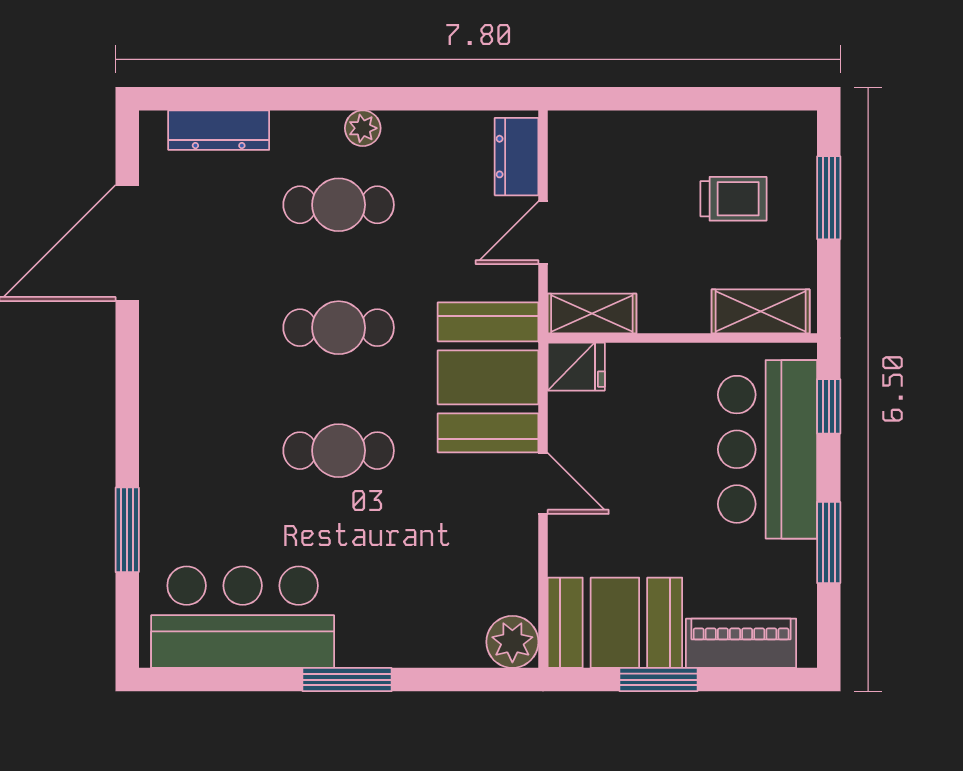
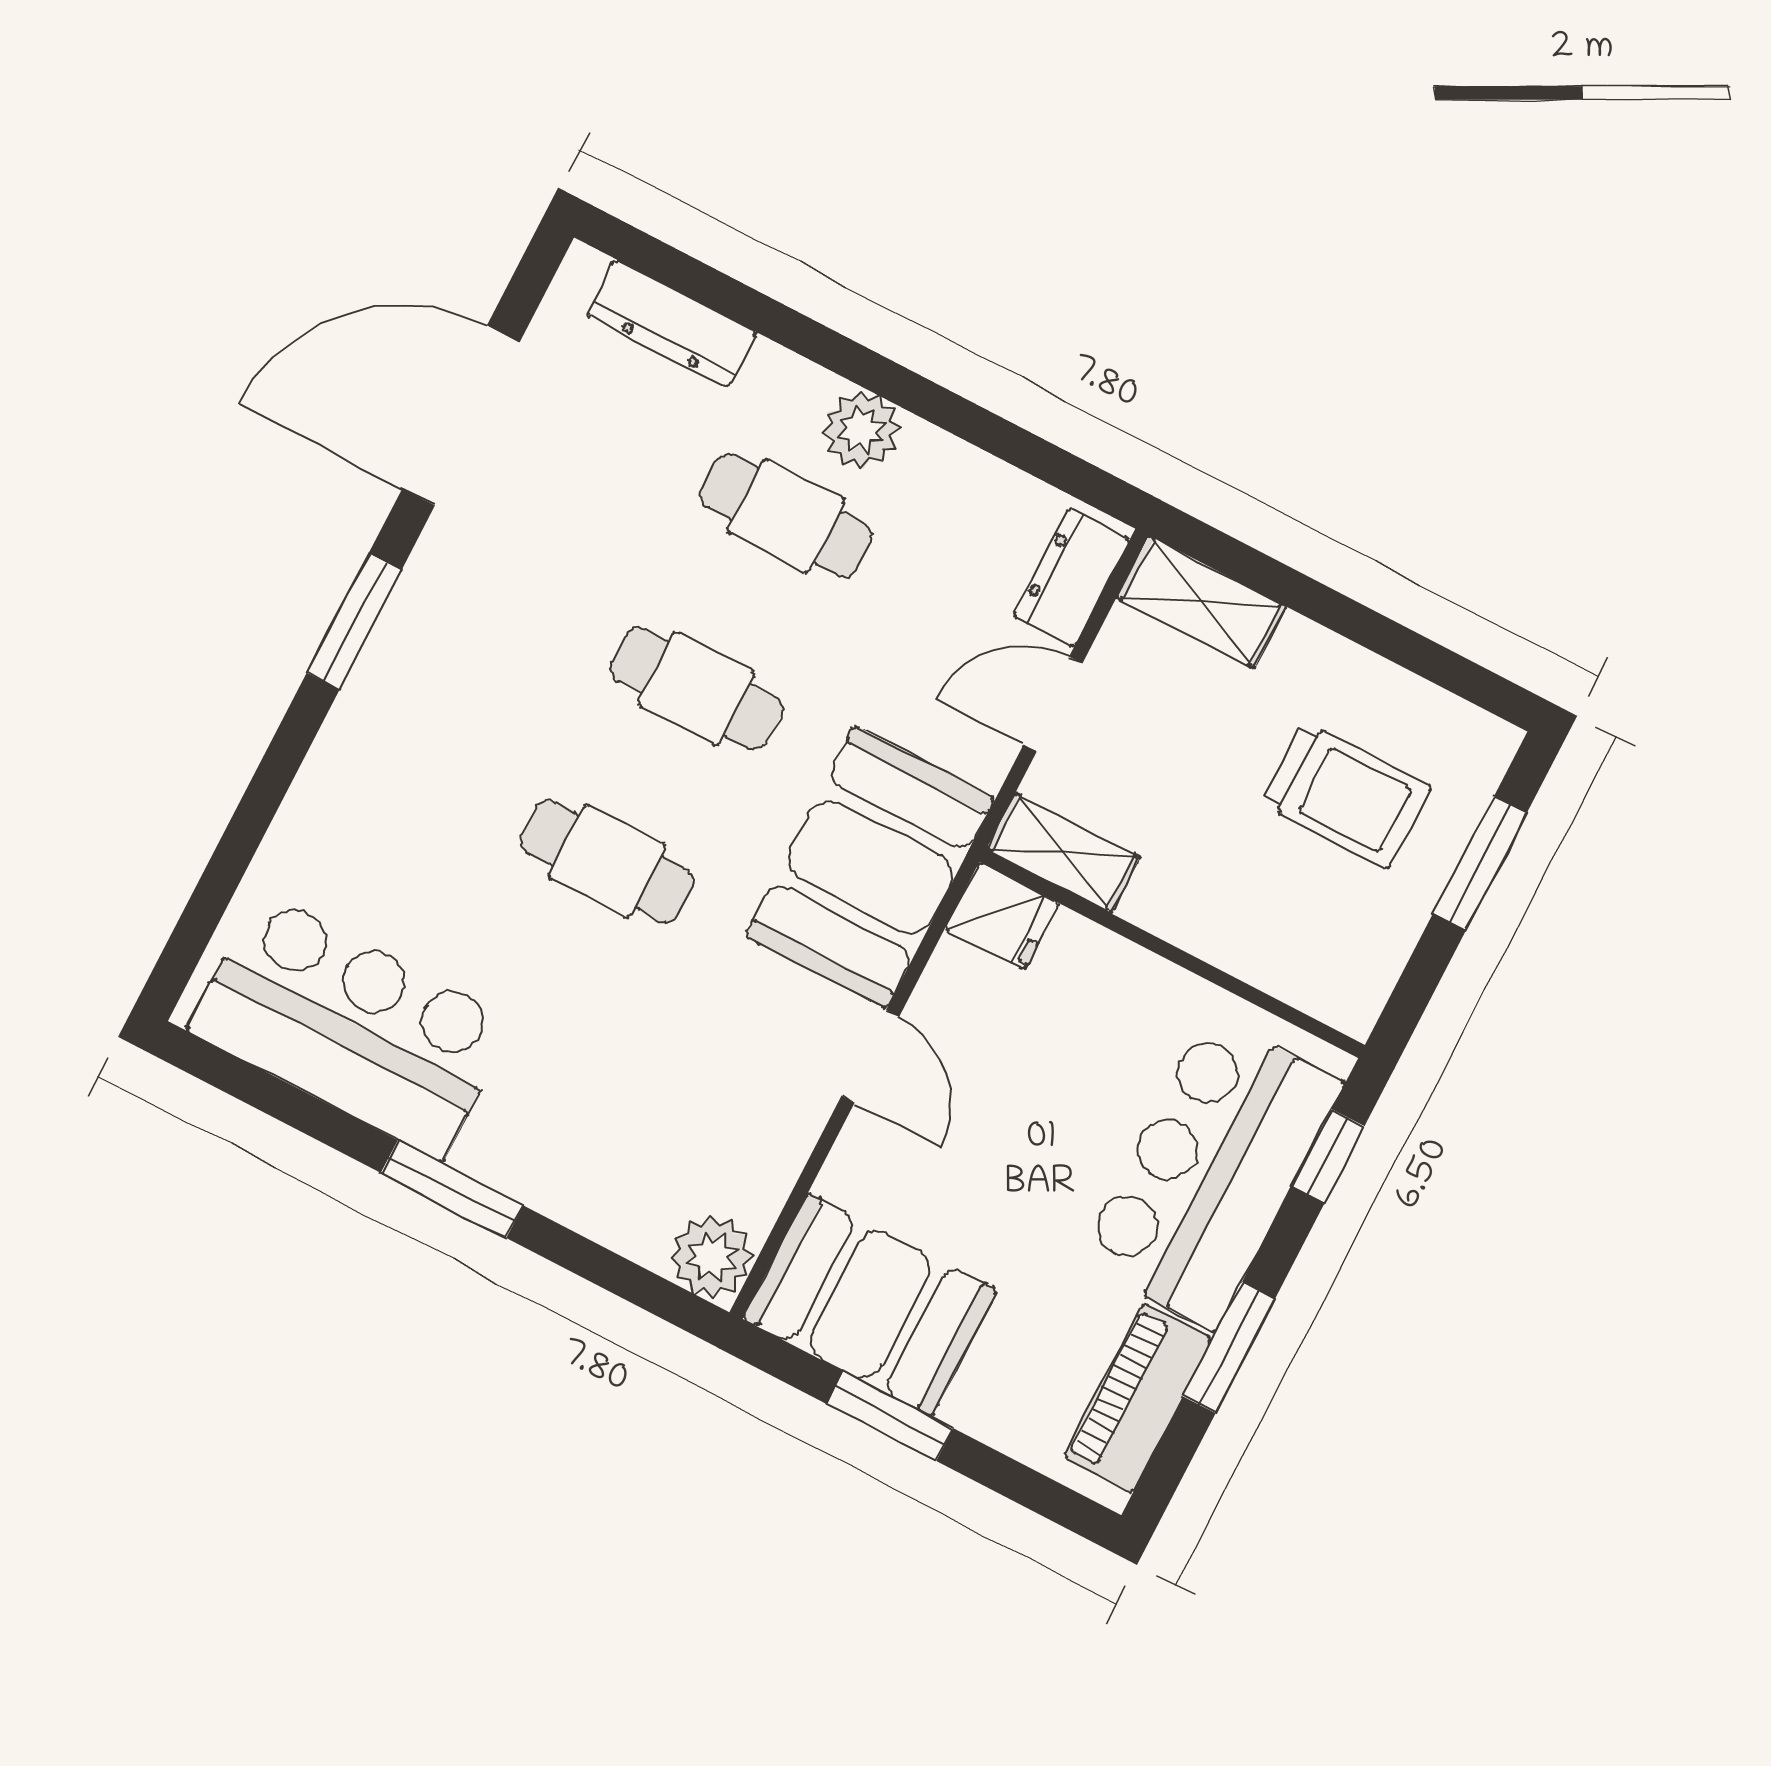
plant: (363, 128) -> (861, 430), width x1.38, depth x1.38
trolley: (733, 199) -> (1345, 795), width x1.36, depth x1.39
shelving: (761, 311) -> (1201, 602), moved
window: (127, 530) -> (354, 621), moved
piano: (741, 643) -> (1138, 1398), moved, turned -90

